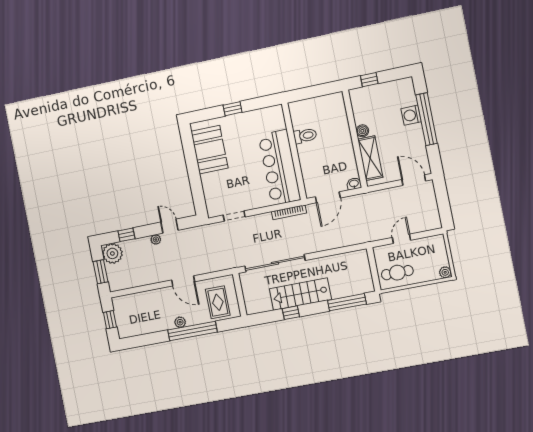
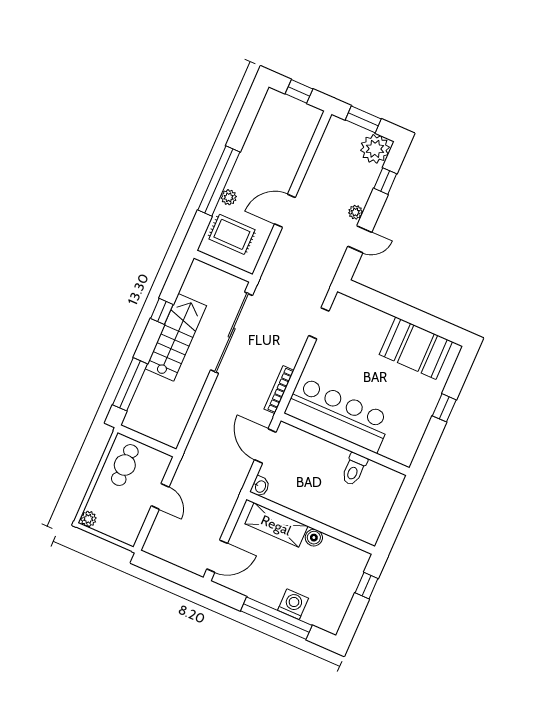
plant: (180, 322) -> (229, 197), moved

